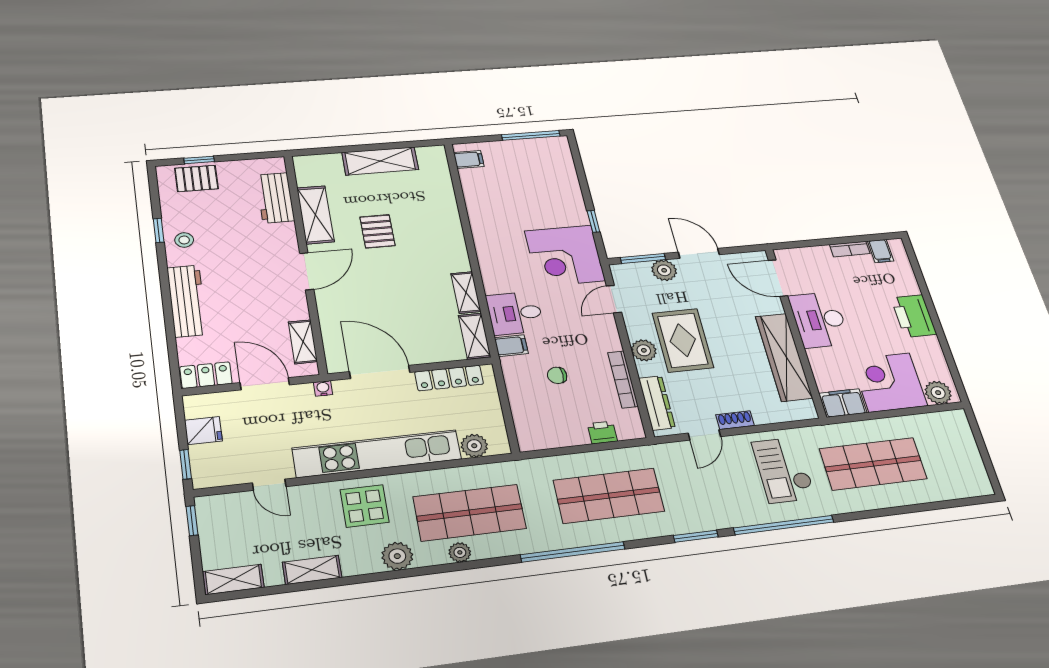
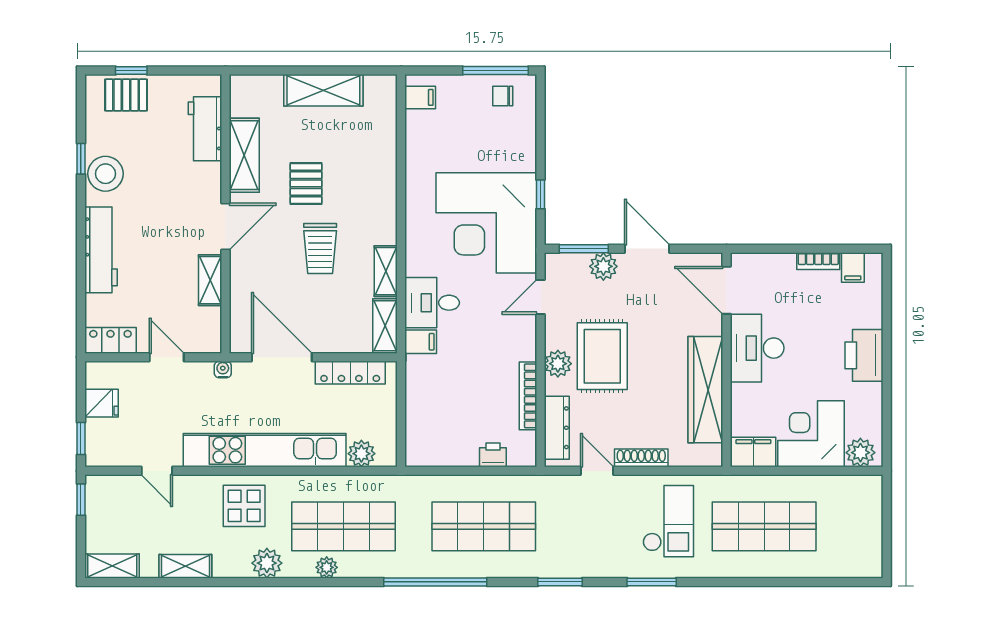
stool: (184, 240) -> (105, 174), width x1.89, depth x1.89
corner desk: (565, 256) -> (486, 223), width x1.36, depth x1.36
trolley: (400, 280) -> (320, 249), added
shelving: (303, 342) -> (210, 280), moved
chair: (557, 375) -> (503, 96), moved
door: (265, 384) -> (167, 357), width x0.73
shoe rack: (735, 420) -> (641, 458), width x1.43
door: (704, 435) -> (597, 471), swing flipped
checkout: (783, 470) -> (668, 521), turned 180
window: (784, 525) -> (652, 582), width x0.47

